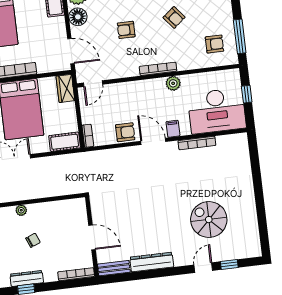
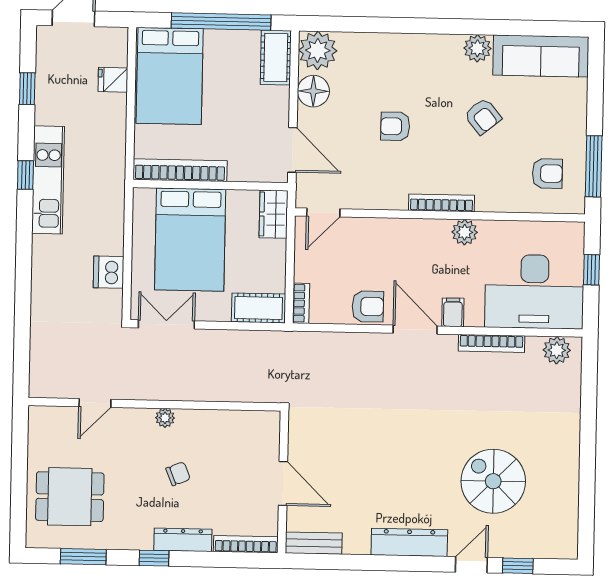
plant: (234, 142) -> (557, 350), added
dresser: (152, 262) -> (409, 542), moved
dresser: (27, 278) -> (183, 540), moved

